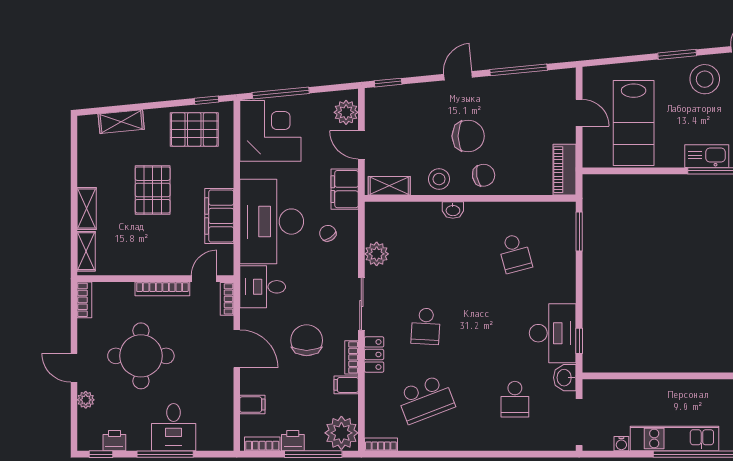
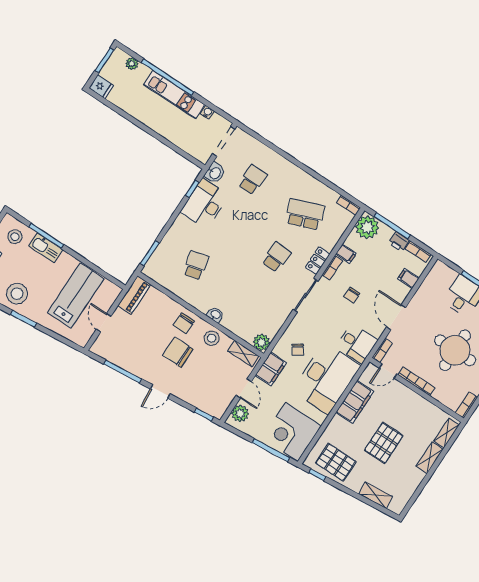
chair: (484, 175) -> (184, 323), turned -80
plant: (377, 254) -> (262, 342), moved
chair: (307, 340) -> (352, 295), width x0.54, depth x0.54

